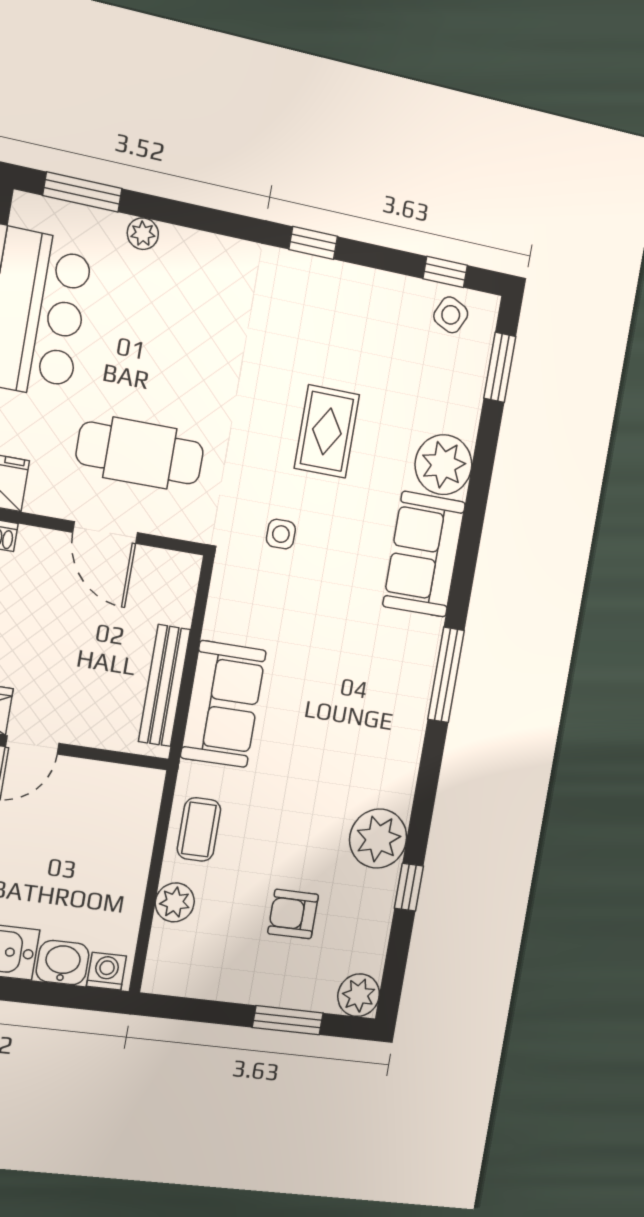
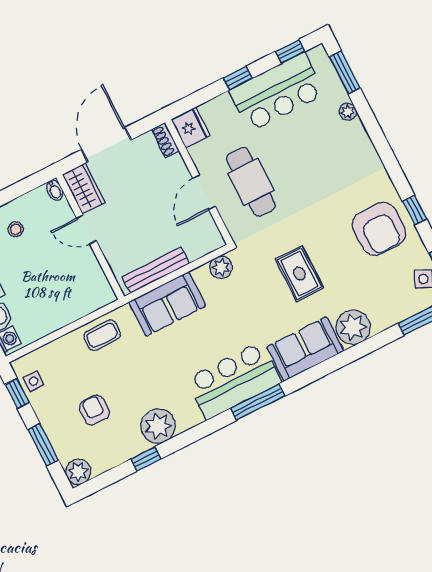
window: (313, 243) -> (415, 210), moved
armchair: (339, 322) -> (379, 229), added
rug: (327, 431) -> (299, 273), moved, turned 90
side table: (281, 534) -> (33, 381), moved
bar counter: (394, 686) -> (234, 380), added
plant: (175, 902) -> (221, 267), moved
window: (191, 1010) -> (17, 393), added

